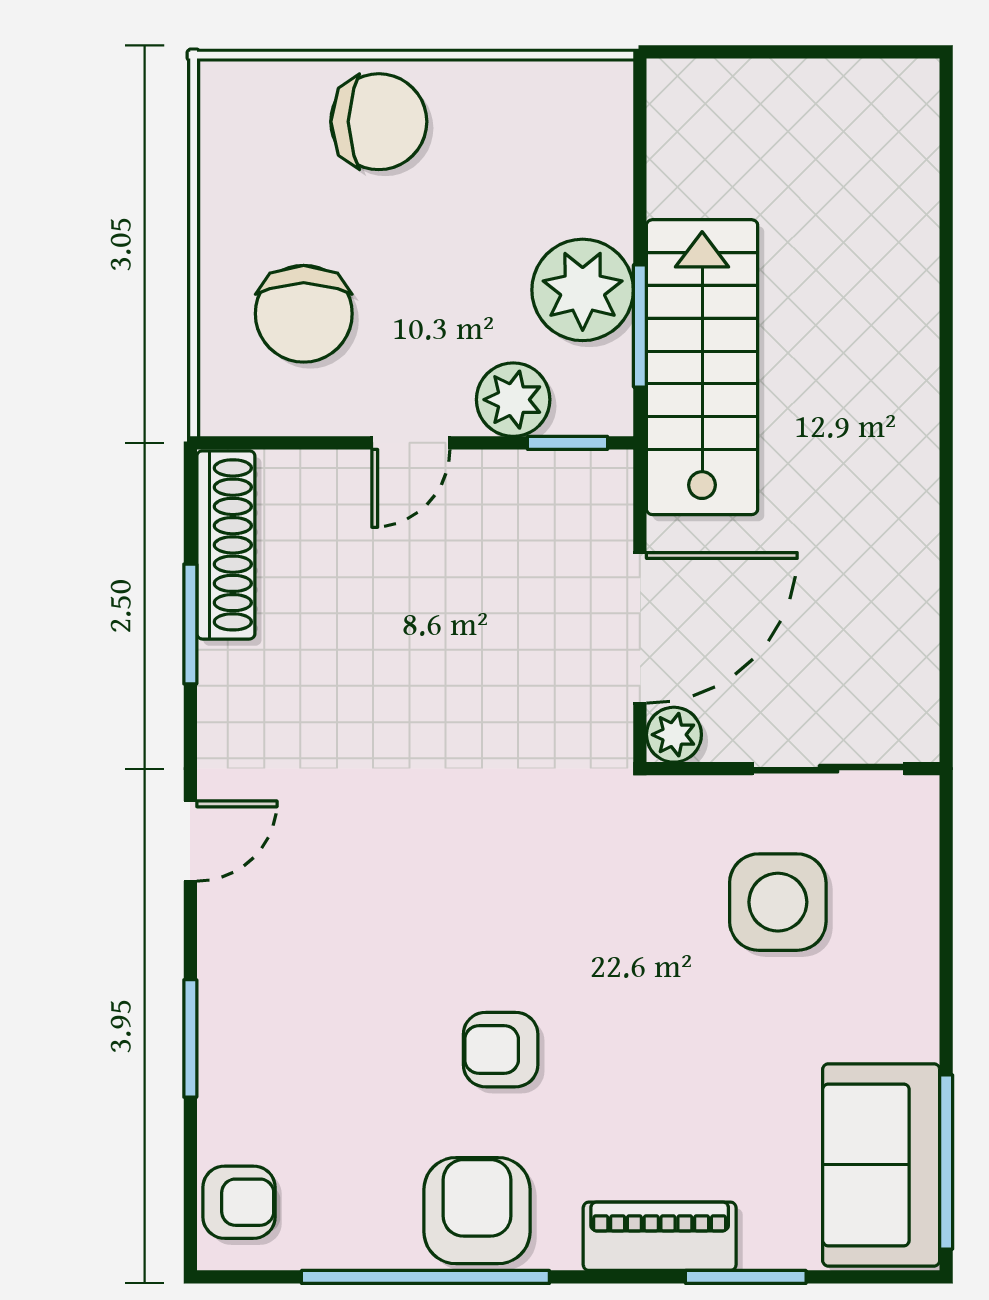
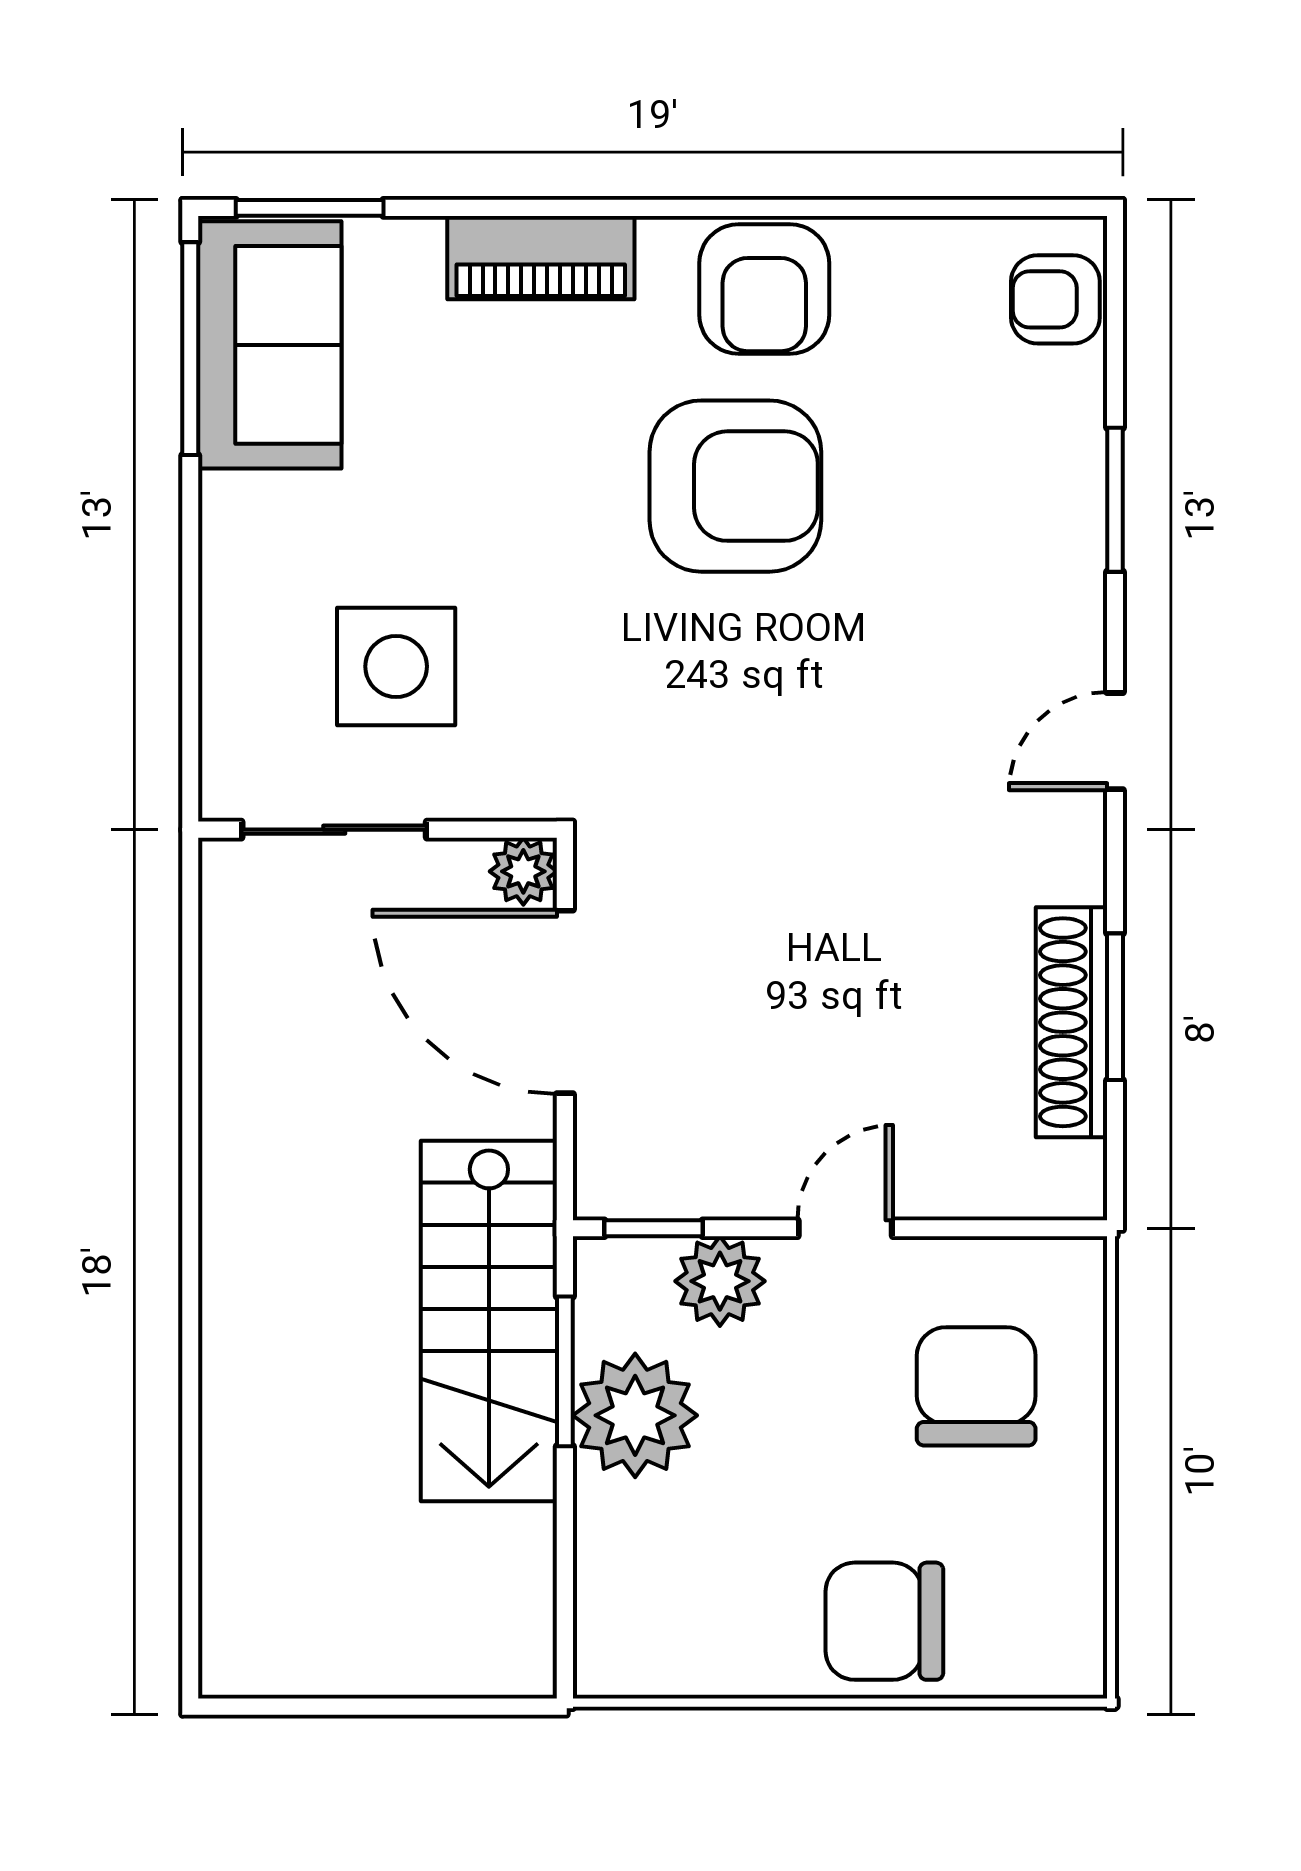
shoe rack: (226, 545) -> (1071, 1022), moved
door: (640, 628) -> (565, 1002), hinge flipped
armchair: (501, 1050) -> (735, 486), width x1.88, depth x1.88
window: (425, 1277) -> (827, 208), removed
window: (746, 1277) -> (310, 208), moved

